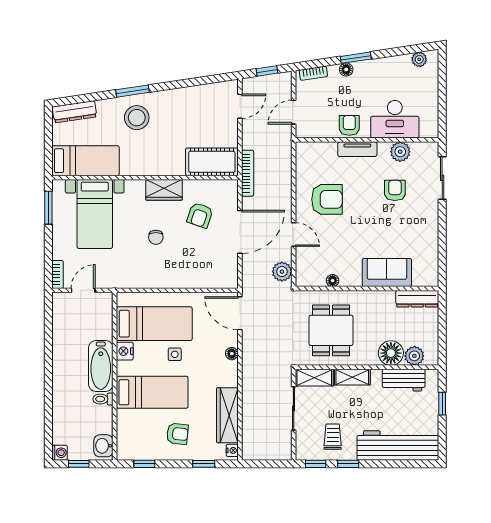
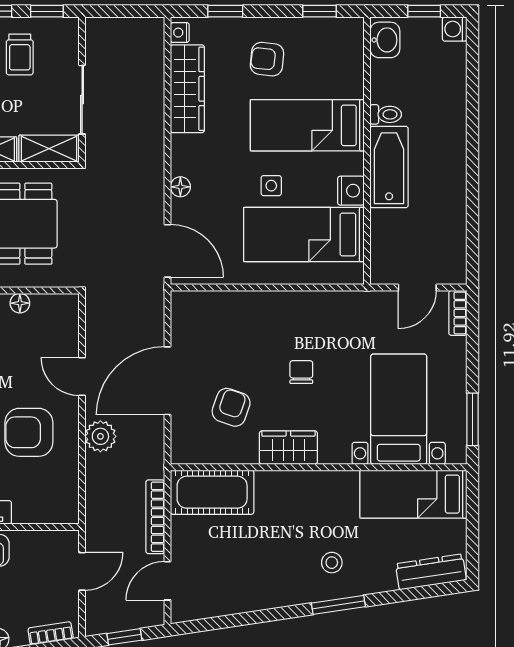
stool: (137, 118) -> (332, 563), width x0.53, depth x0.53
bookcase: (248, 173) -> (155, 517), moved
plant: (282, 272) -> (100, 436), moved

